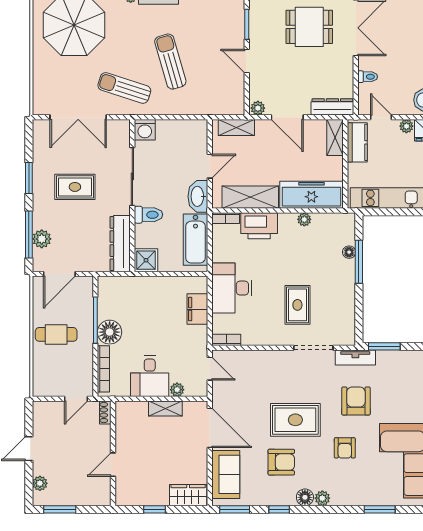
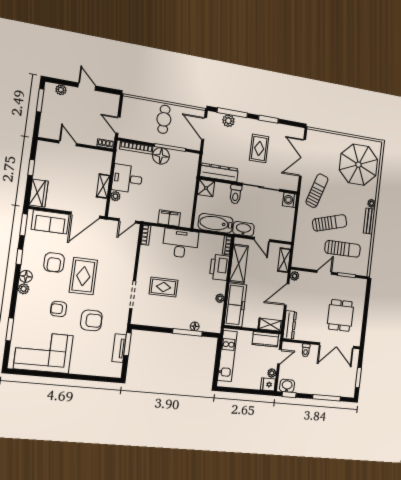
sun lounger: (207, 36) -> (343, 249), added
tv unit: (355, 357) -> (119, 348), moved

